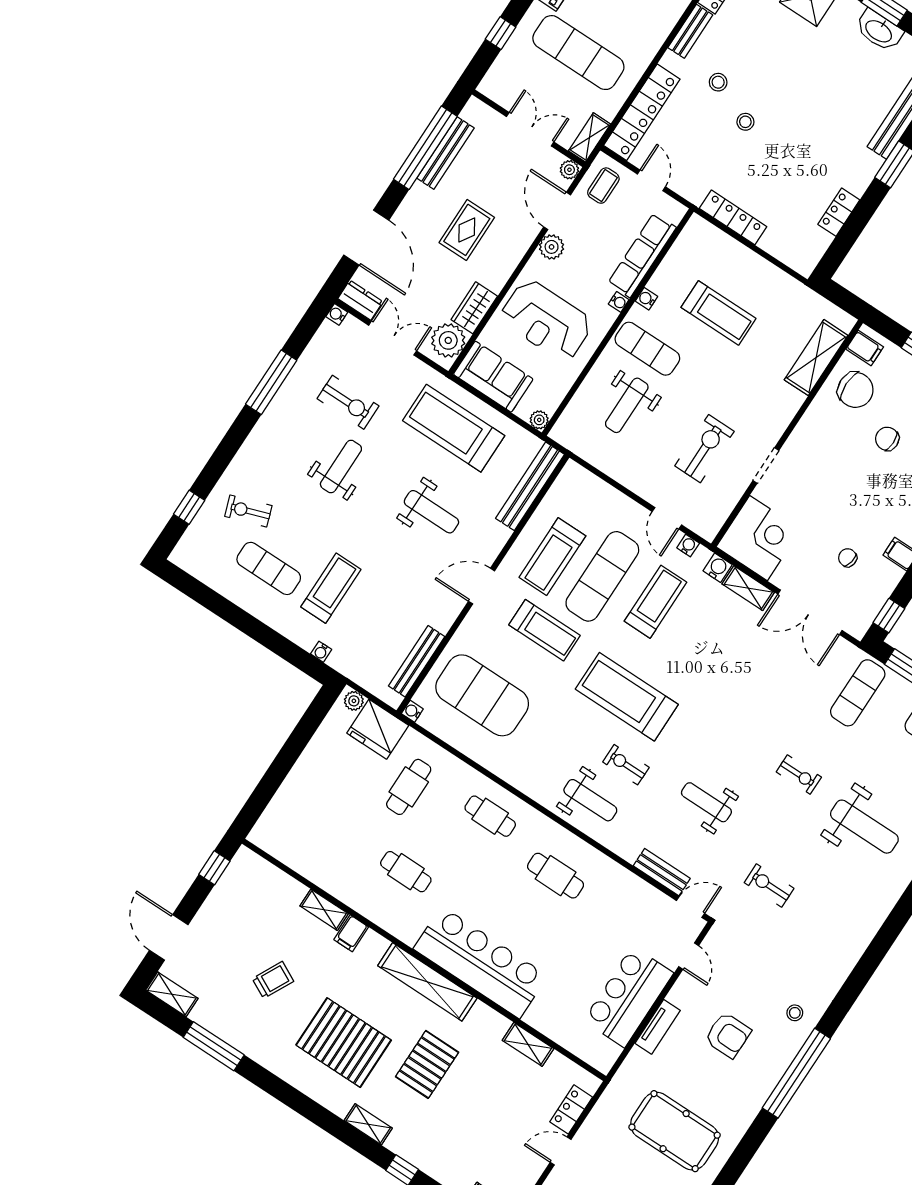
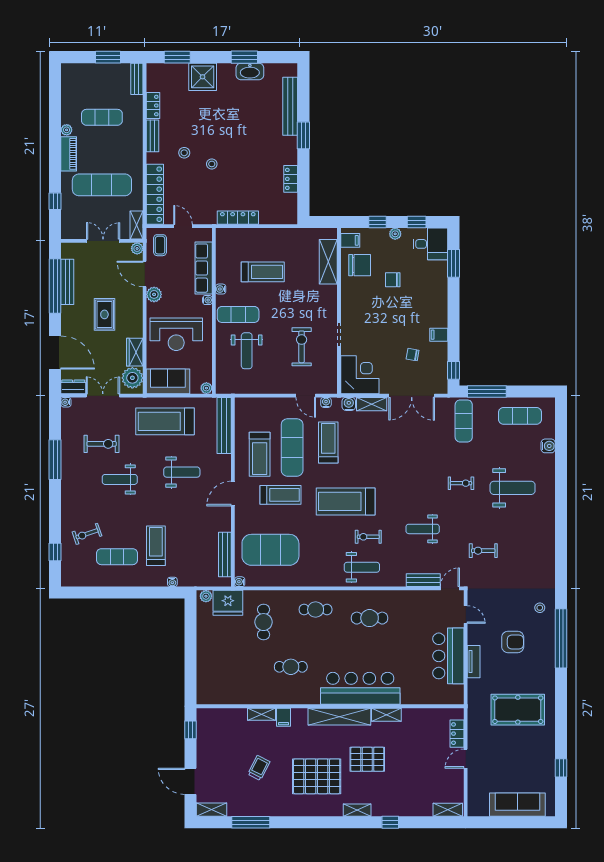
weight bench: (341, 467) -> (120, 479), turned -90
shelving: (528, 1044) -> (386, 715), moved
pallet: (427, 1064) -> (367, 759), turned 90

